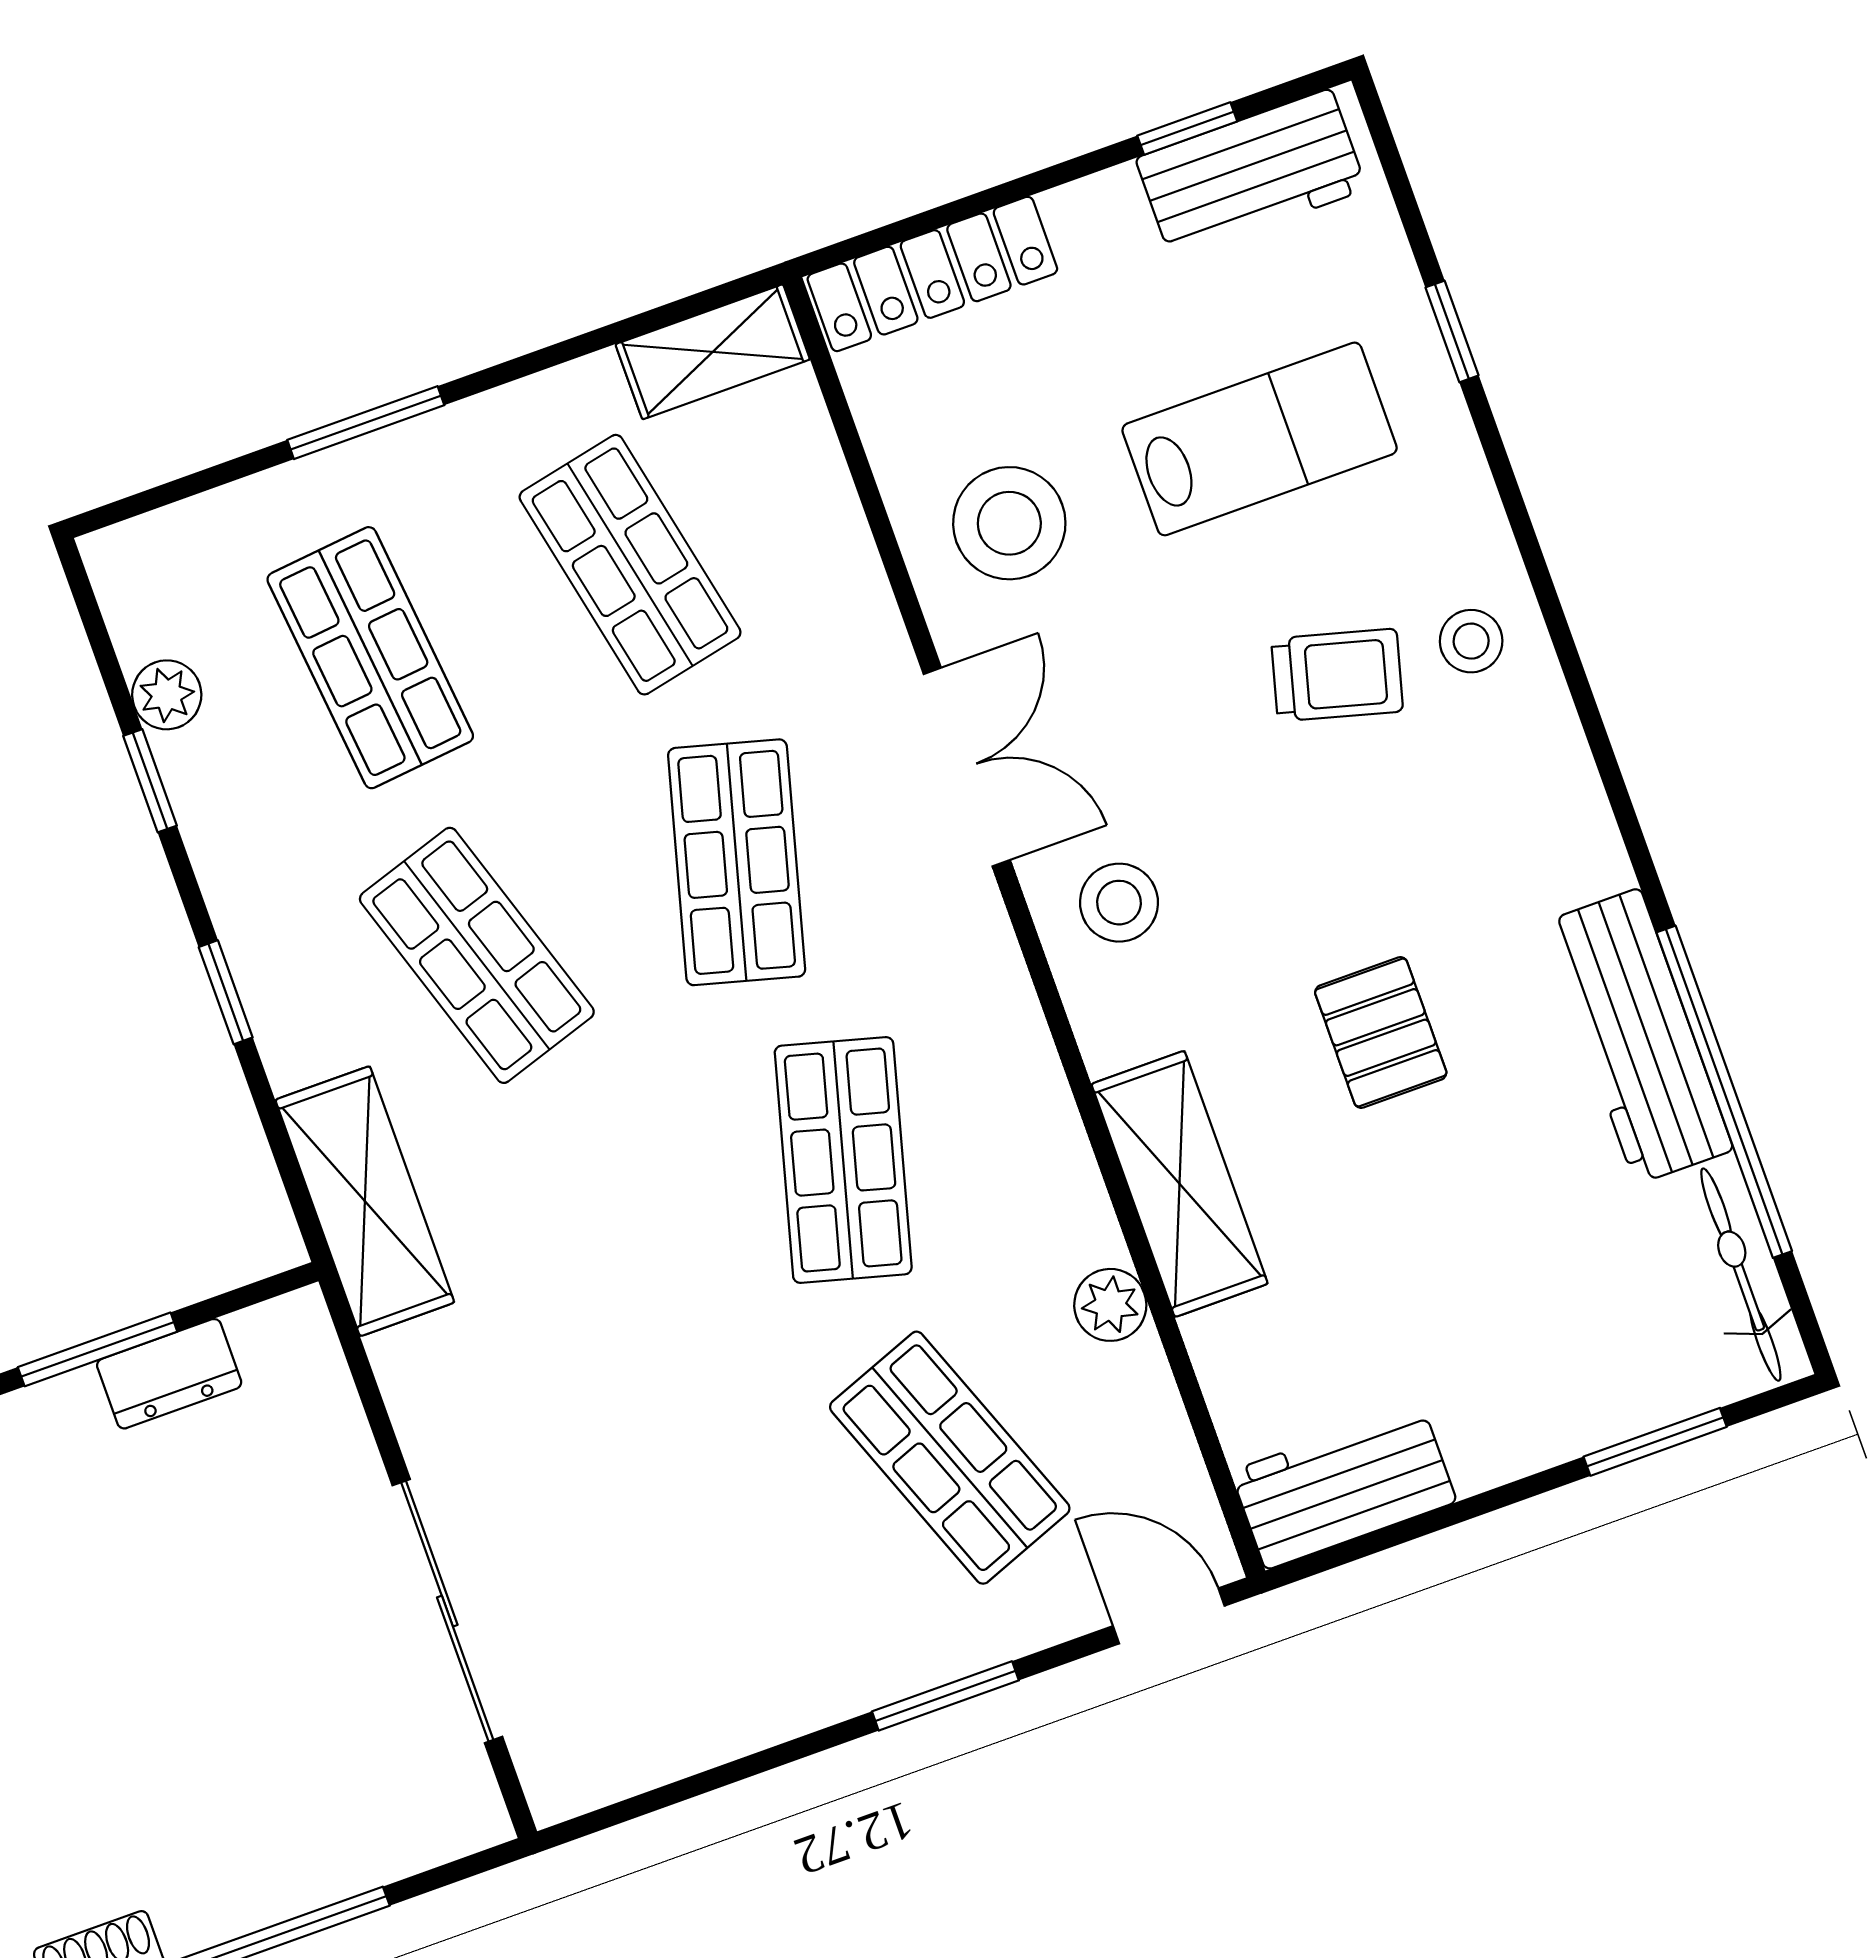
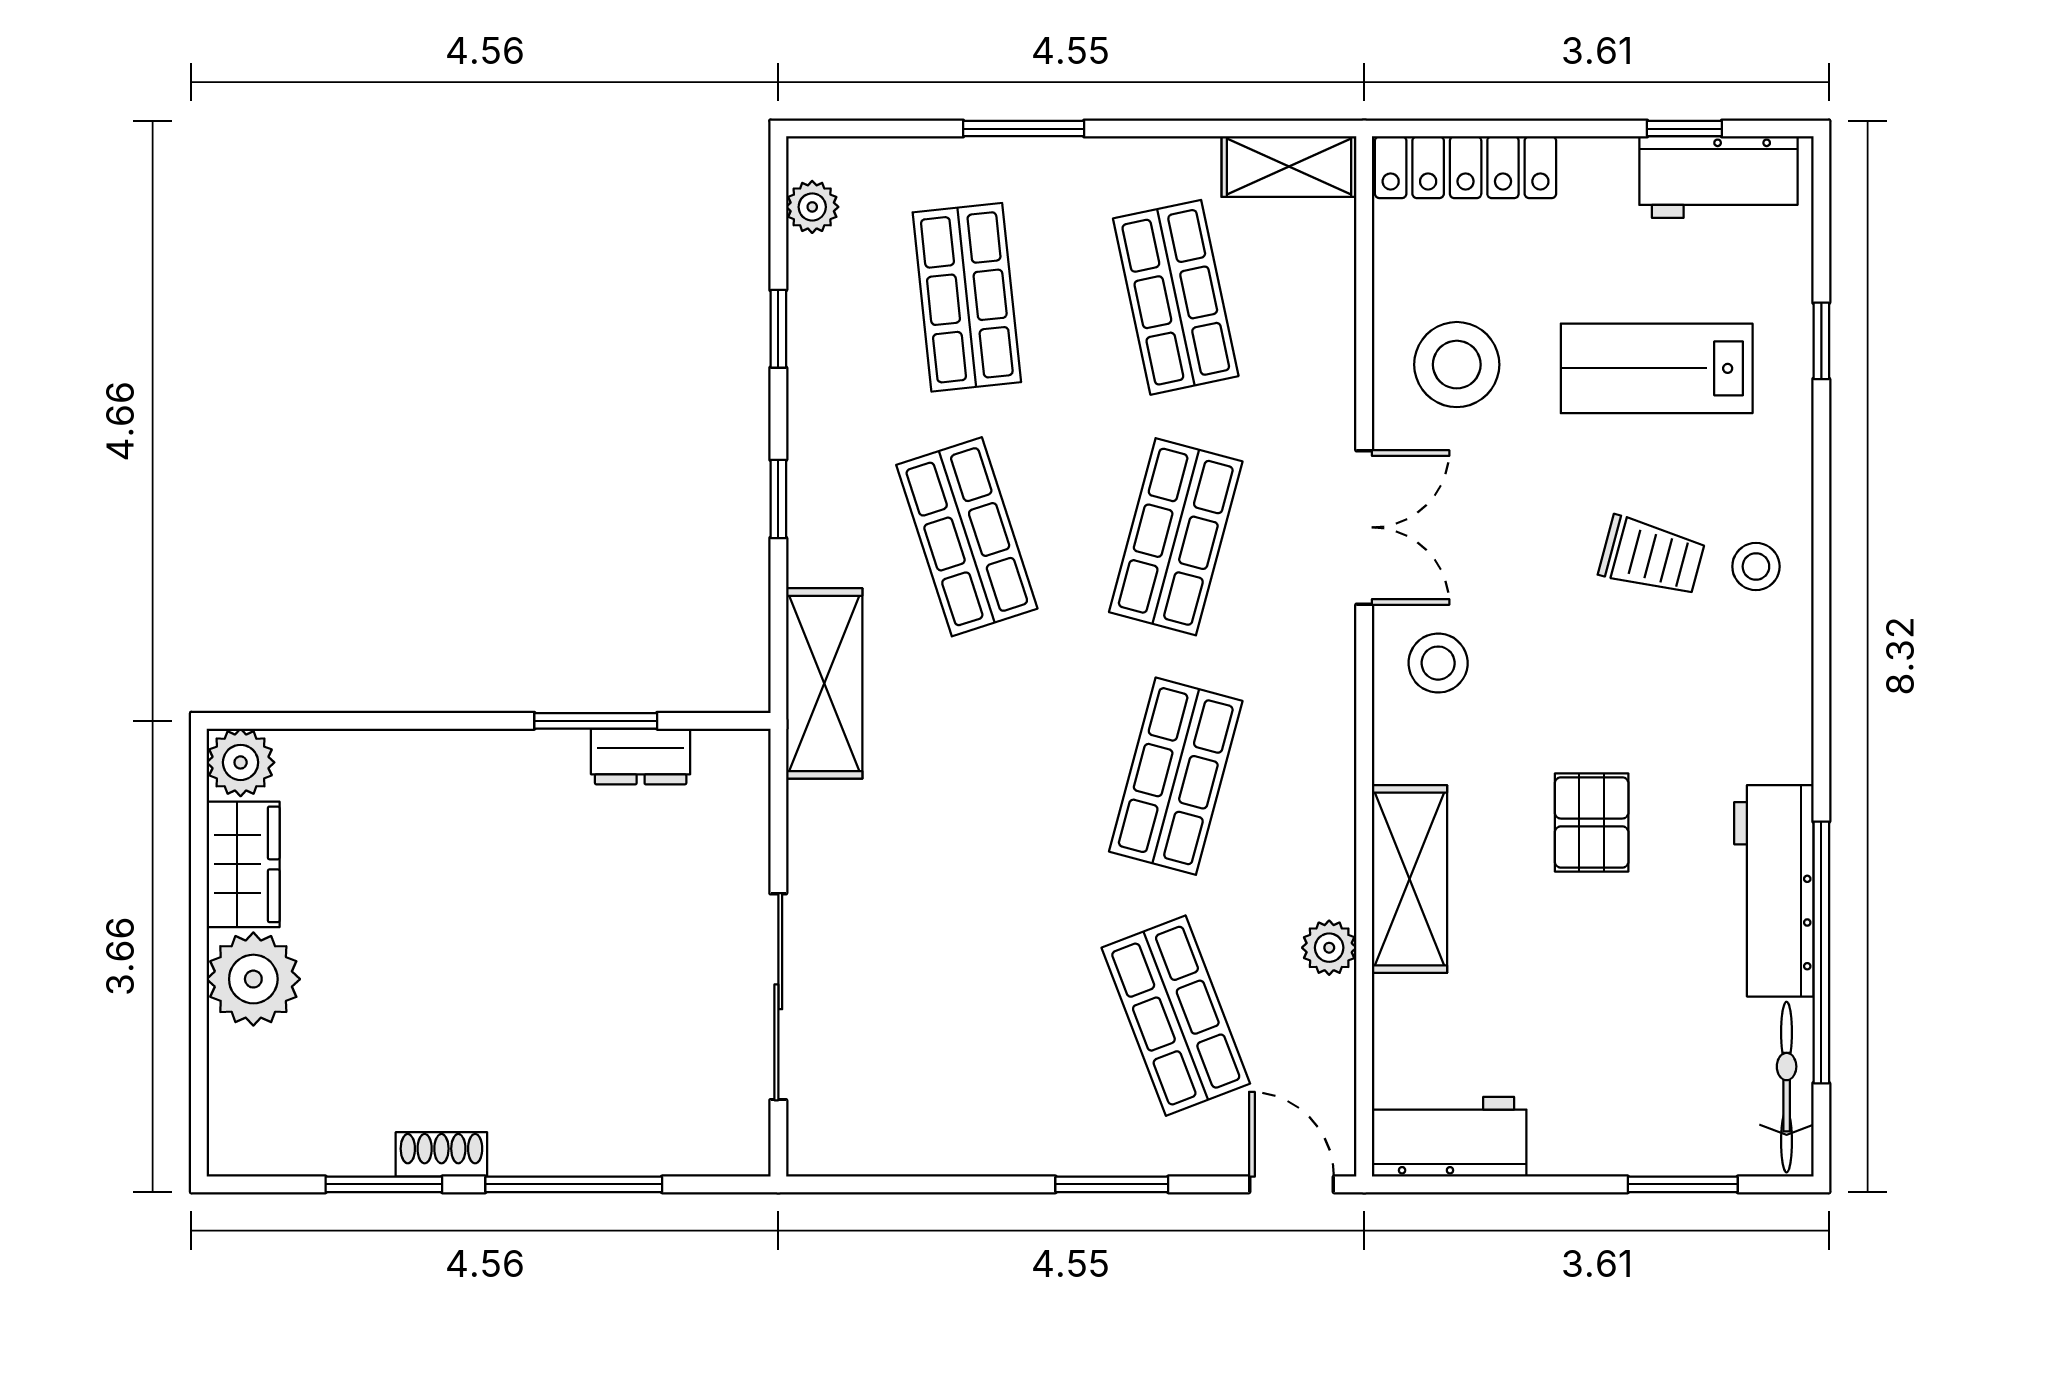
lab bench: (1260, 439) -> (1657, 368), turned 180
plant: (167, 695) -> (812, 207), moved

